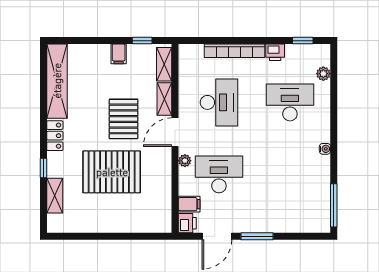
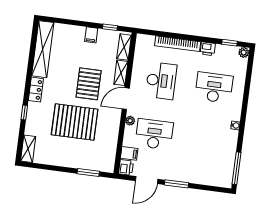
plant: (323, 74) -> (244, 52), moved
shelving: (55, 196) -> (28, 149), moved
window: (138, 236) -> (88, 172), added

